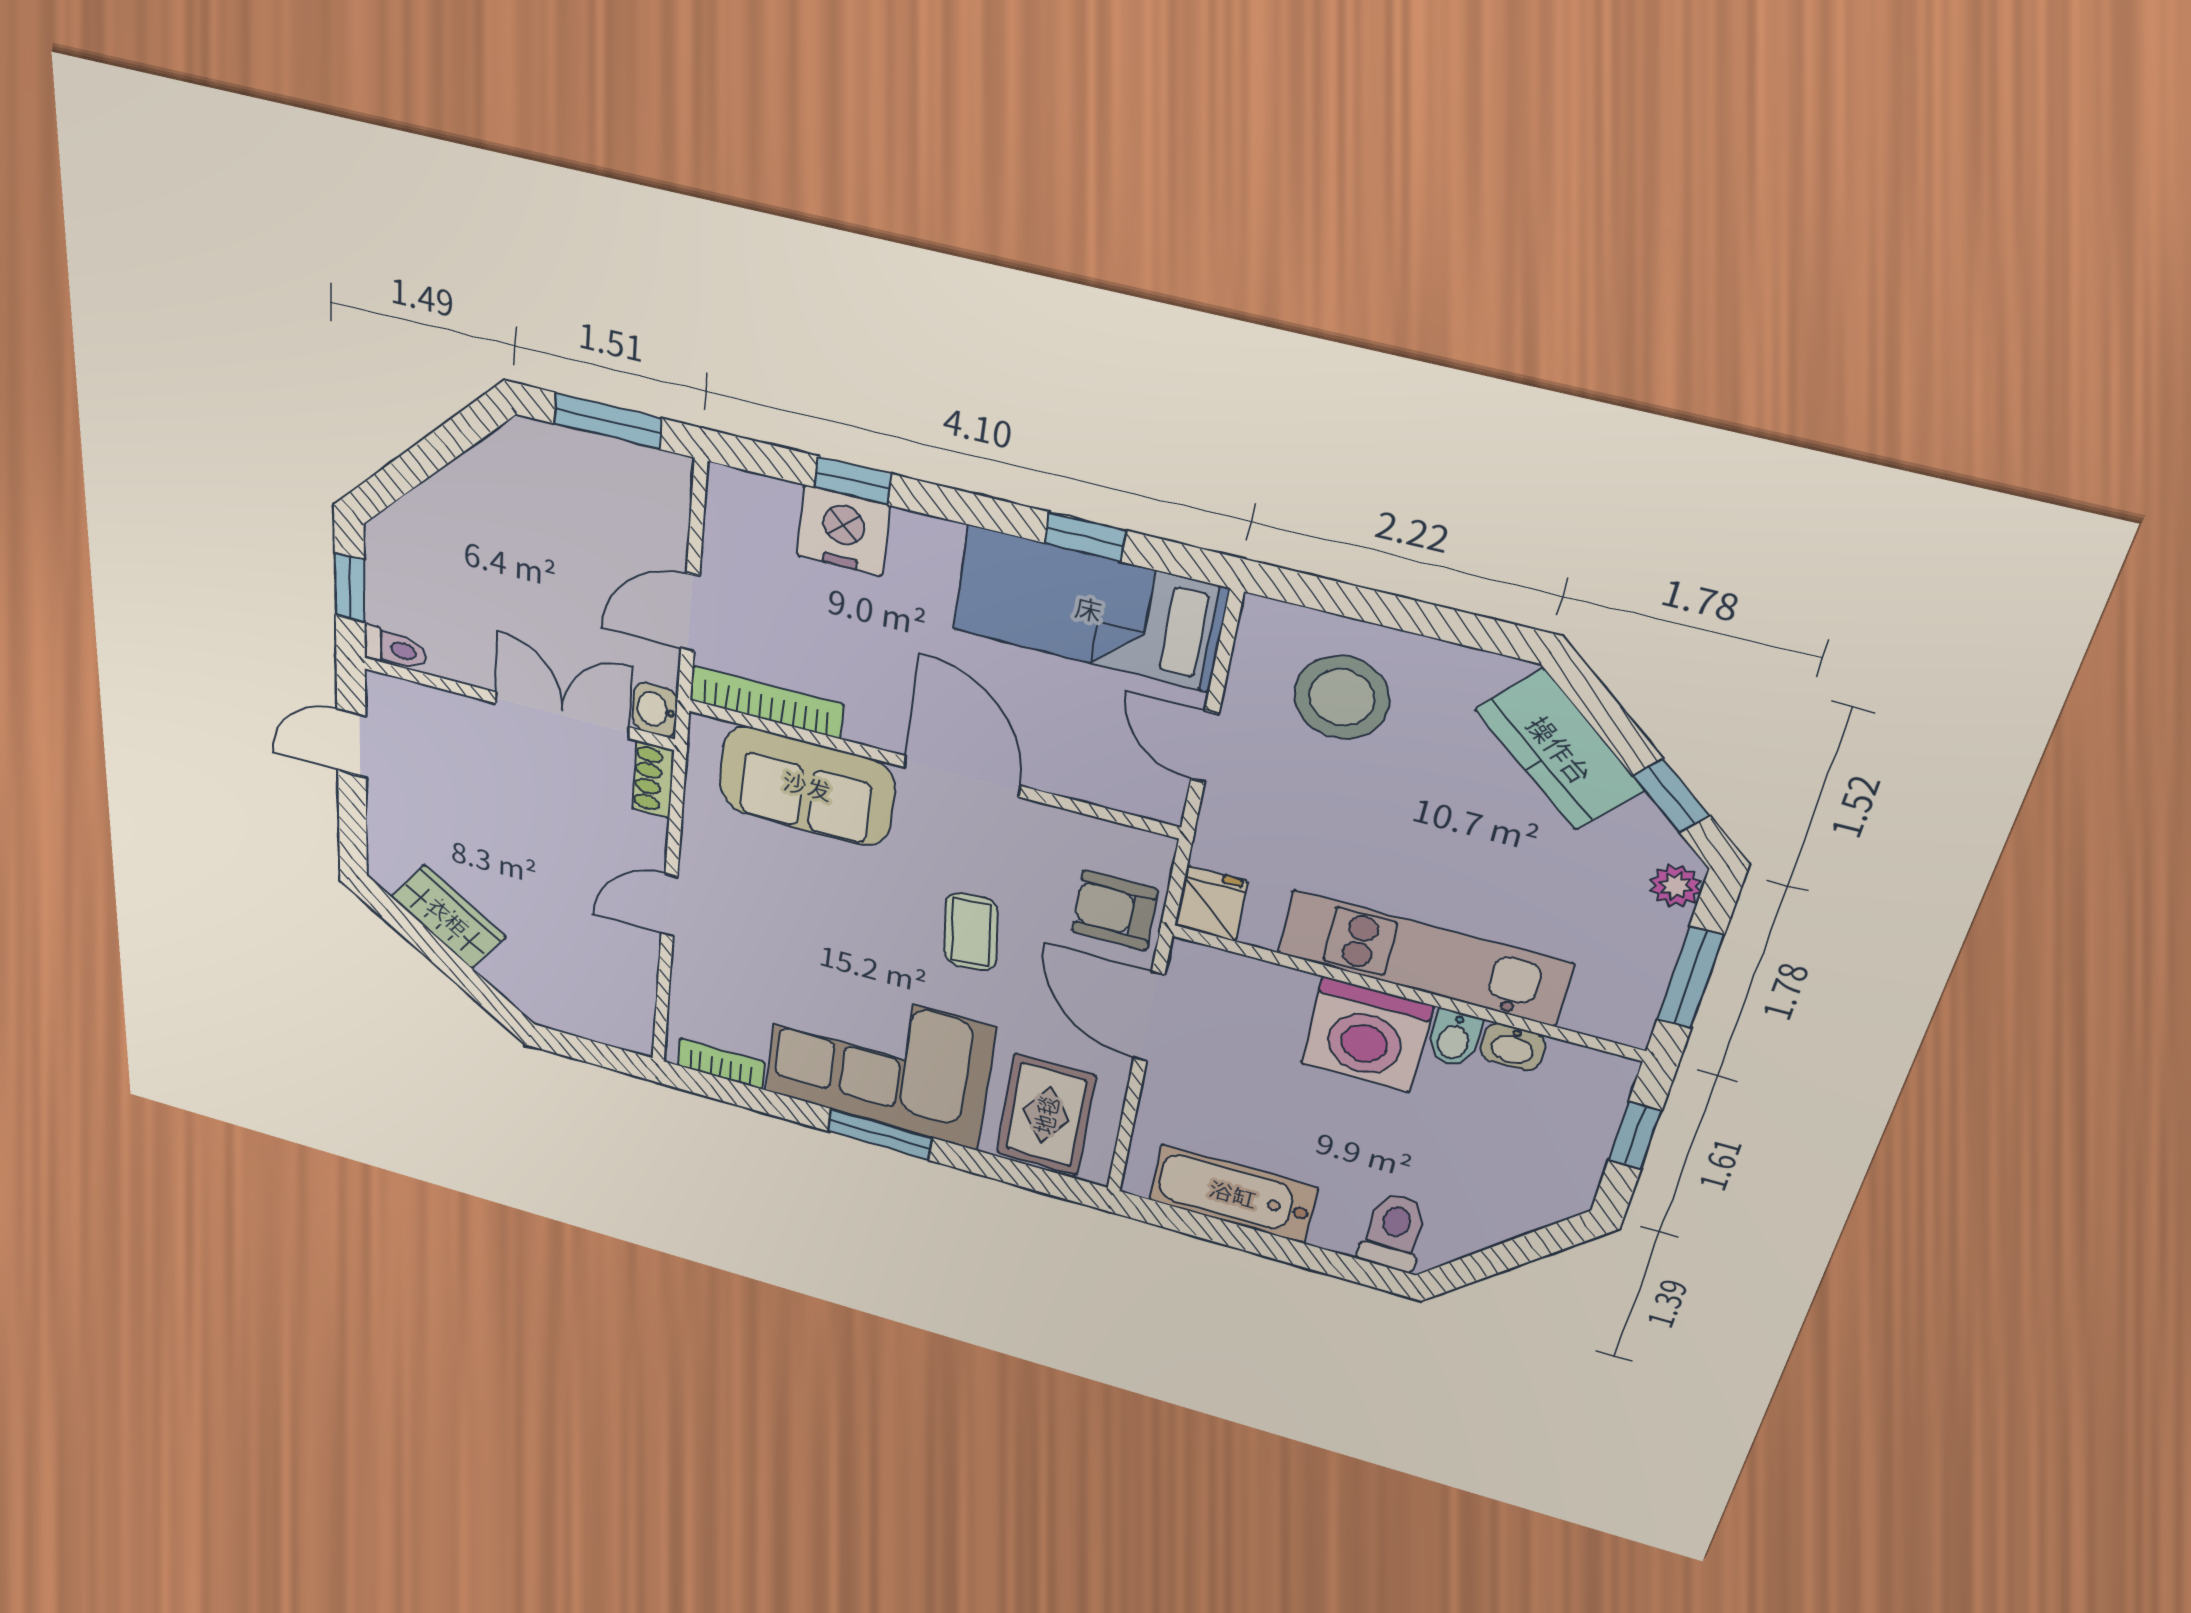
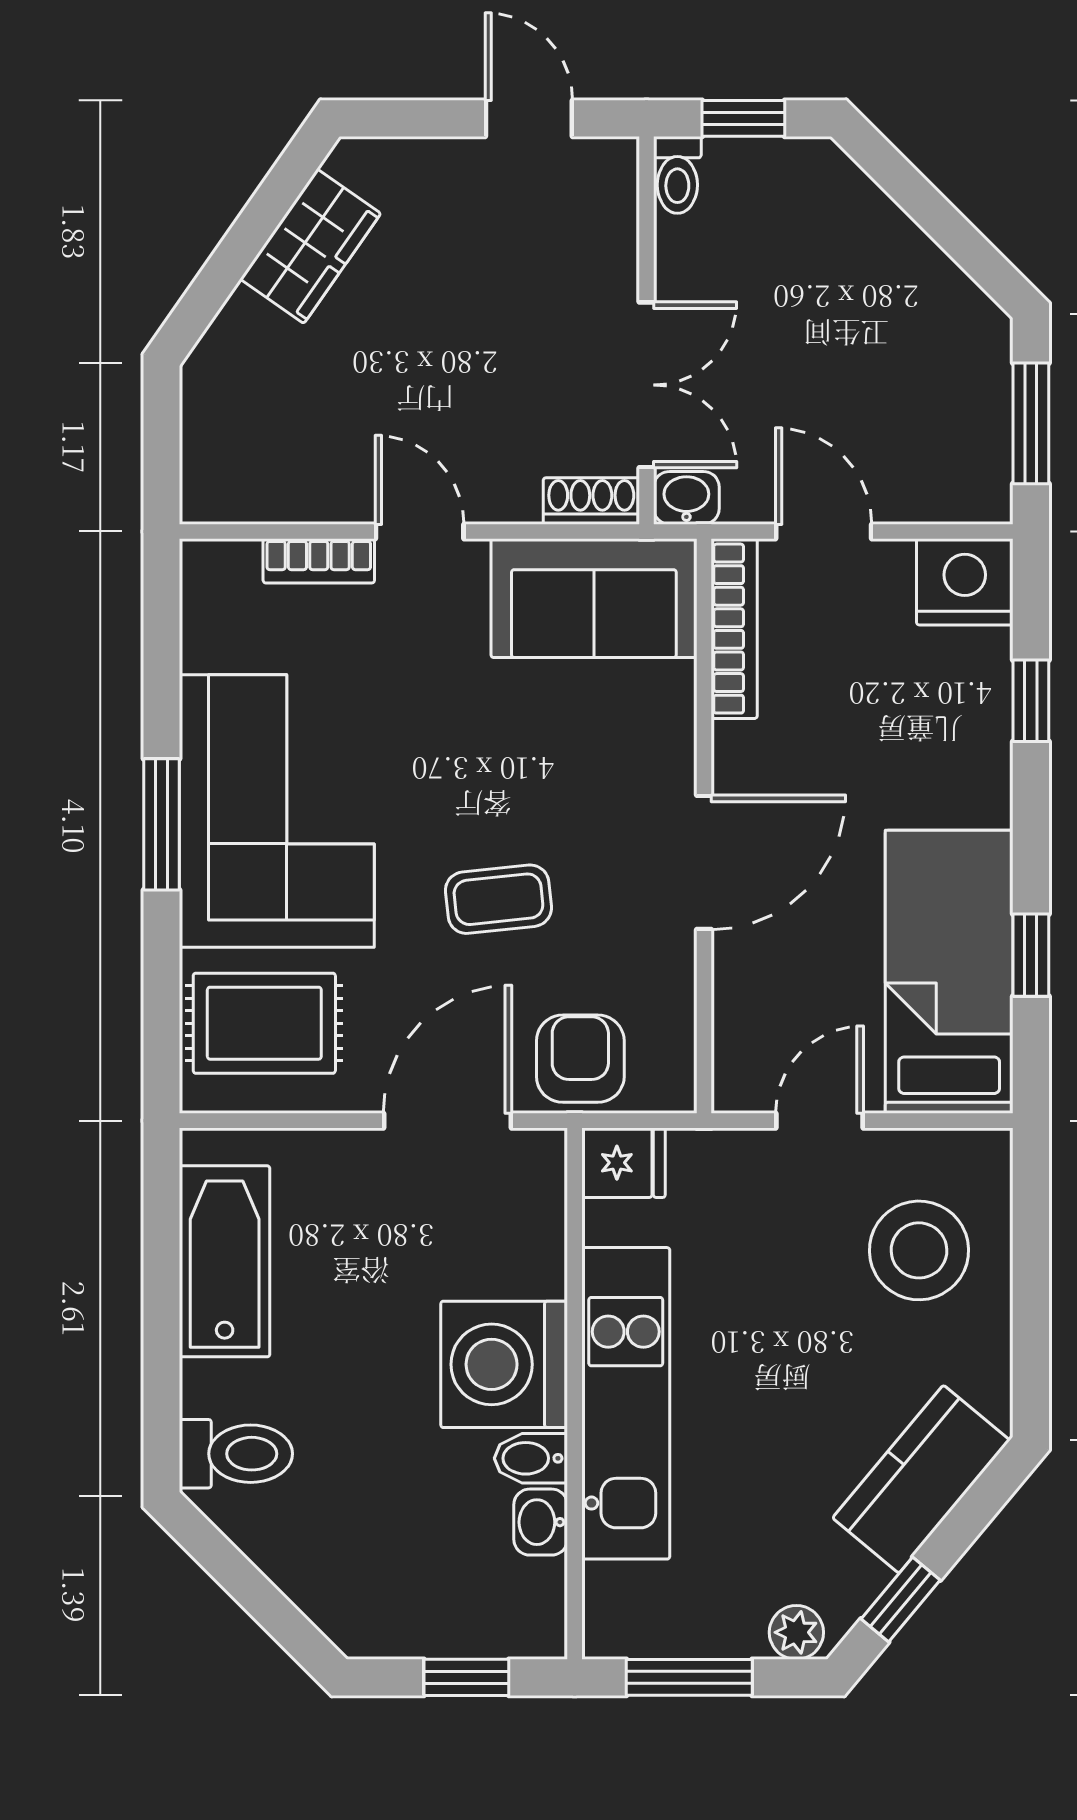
nightstand: (843, 531) -> (965, 582), moved, turned -90
sofa: (807, 786) -> (594, 598), moved, turned -90
bookcase: (721, 1064) -> (319, 561), moved, turned 90

